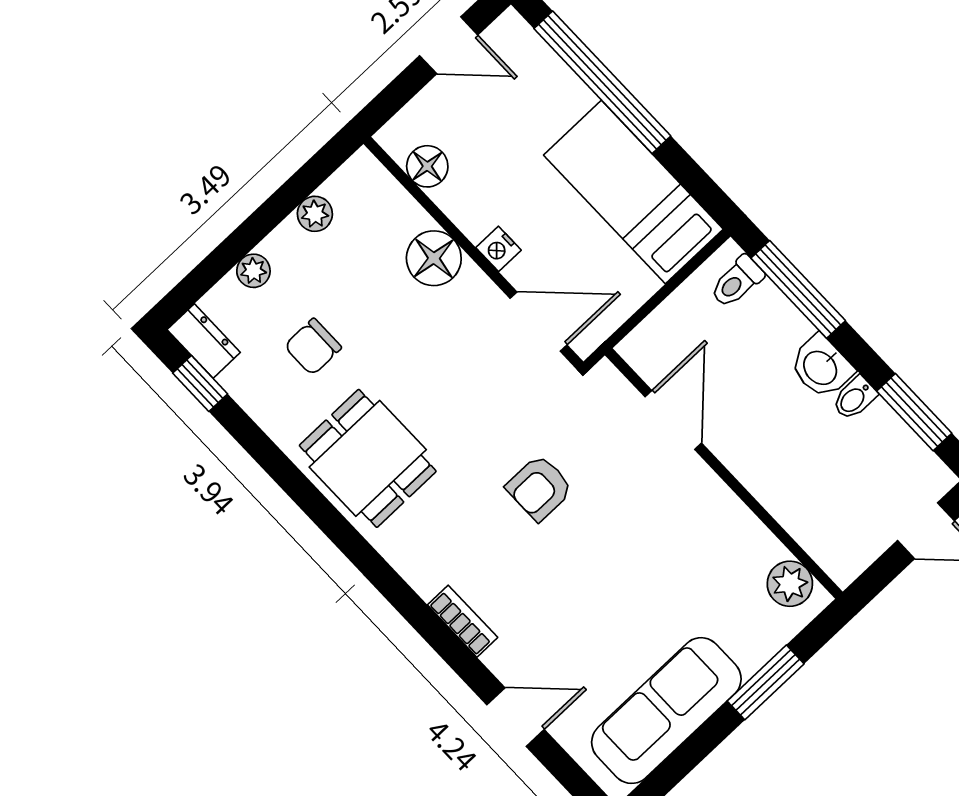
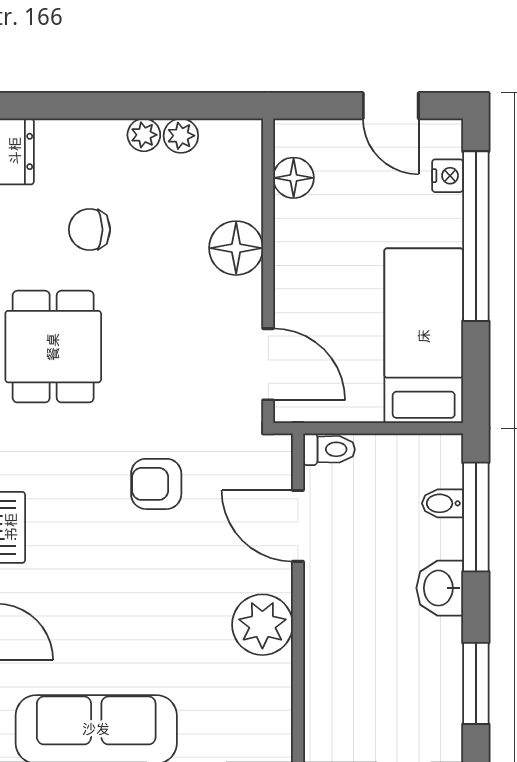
nightstand: (498, 249) -> (448, 176), moved, turned 180
plant: (253, 271) -> (144, 135), moved
toilet: (737, 282) -> (329, 449), moved, turned 180
bidet: (854, 398) -> (442, 503), moved
door: (673, 420) -> (298, 526), swing flipped
plant: (790, 584) -> (262, 625), moved, width x1.36, depth x1.36

